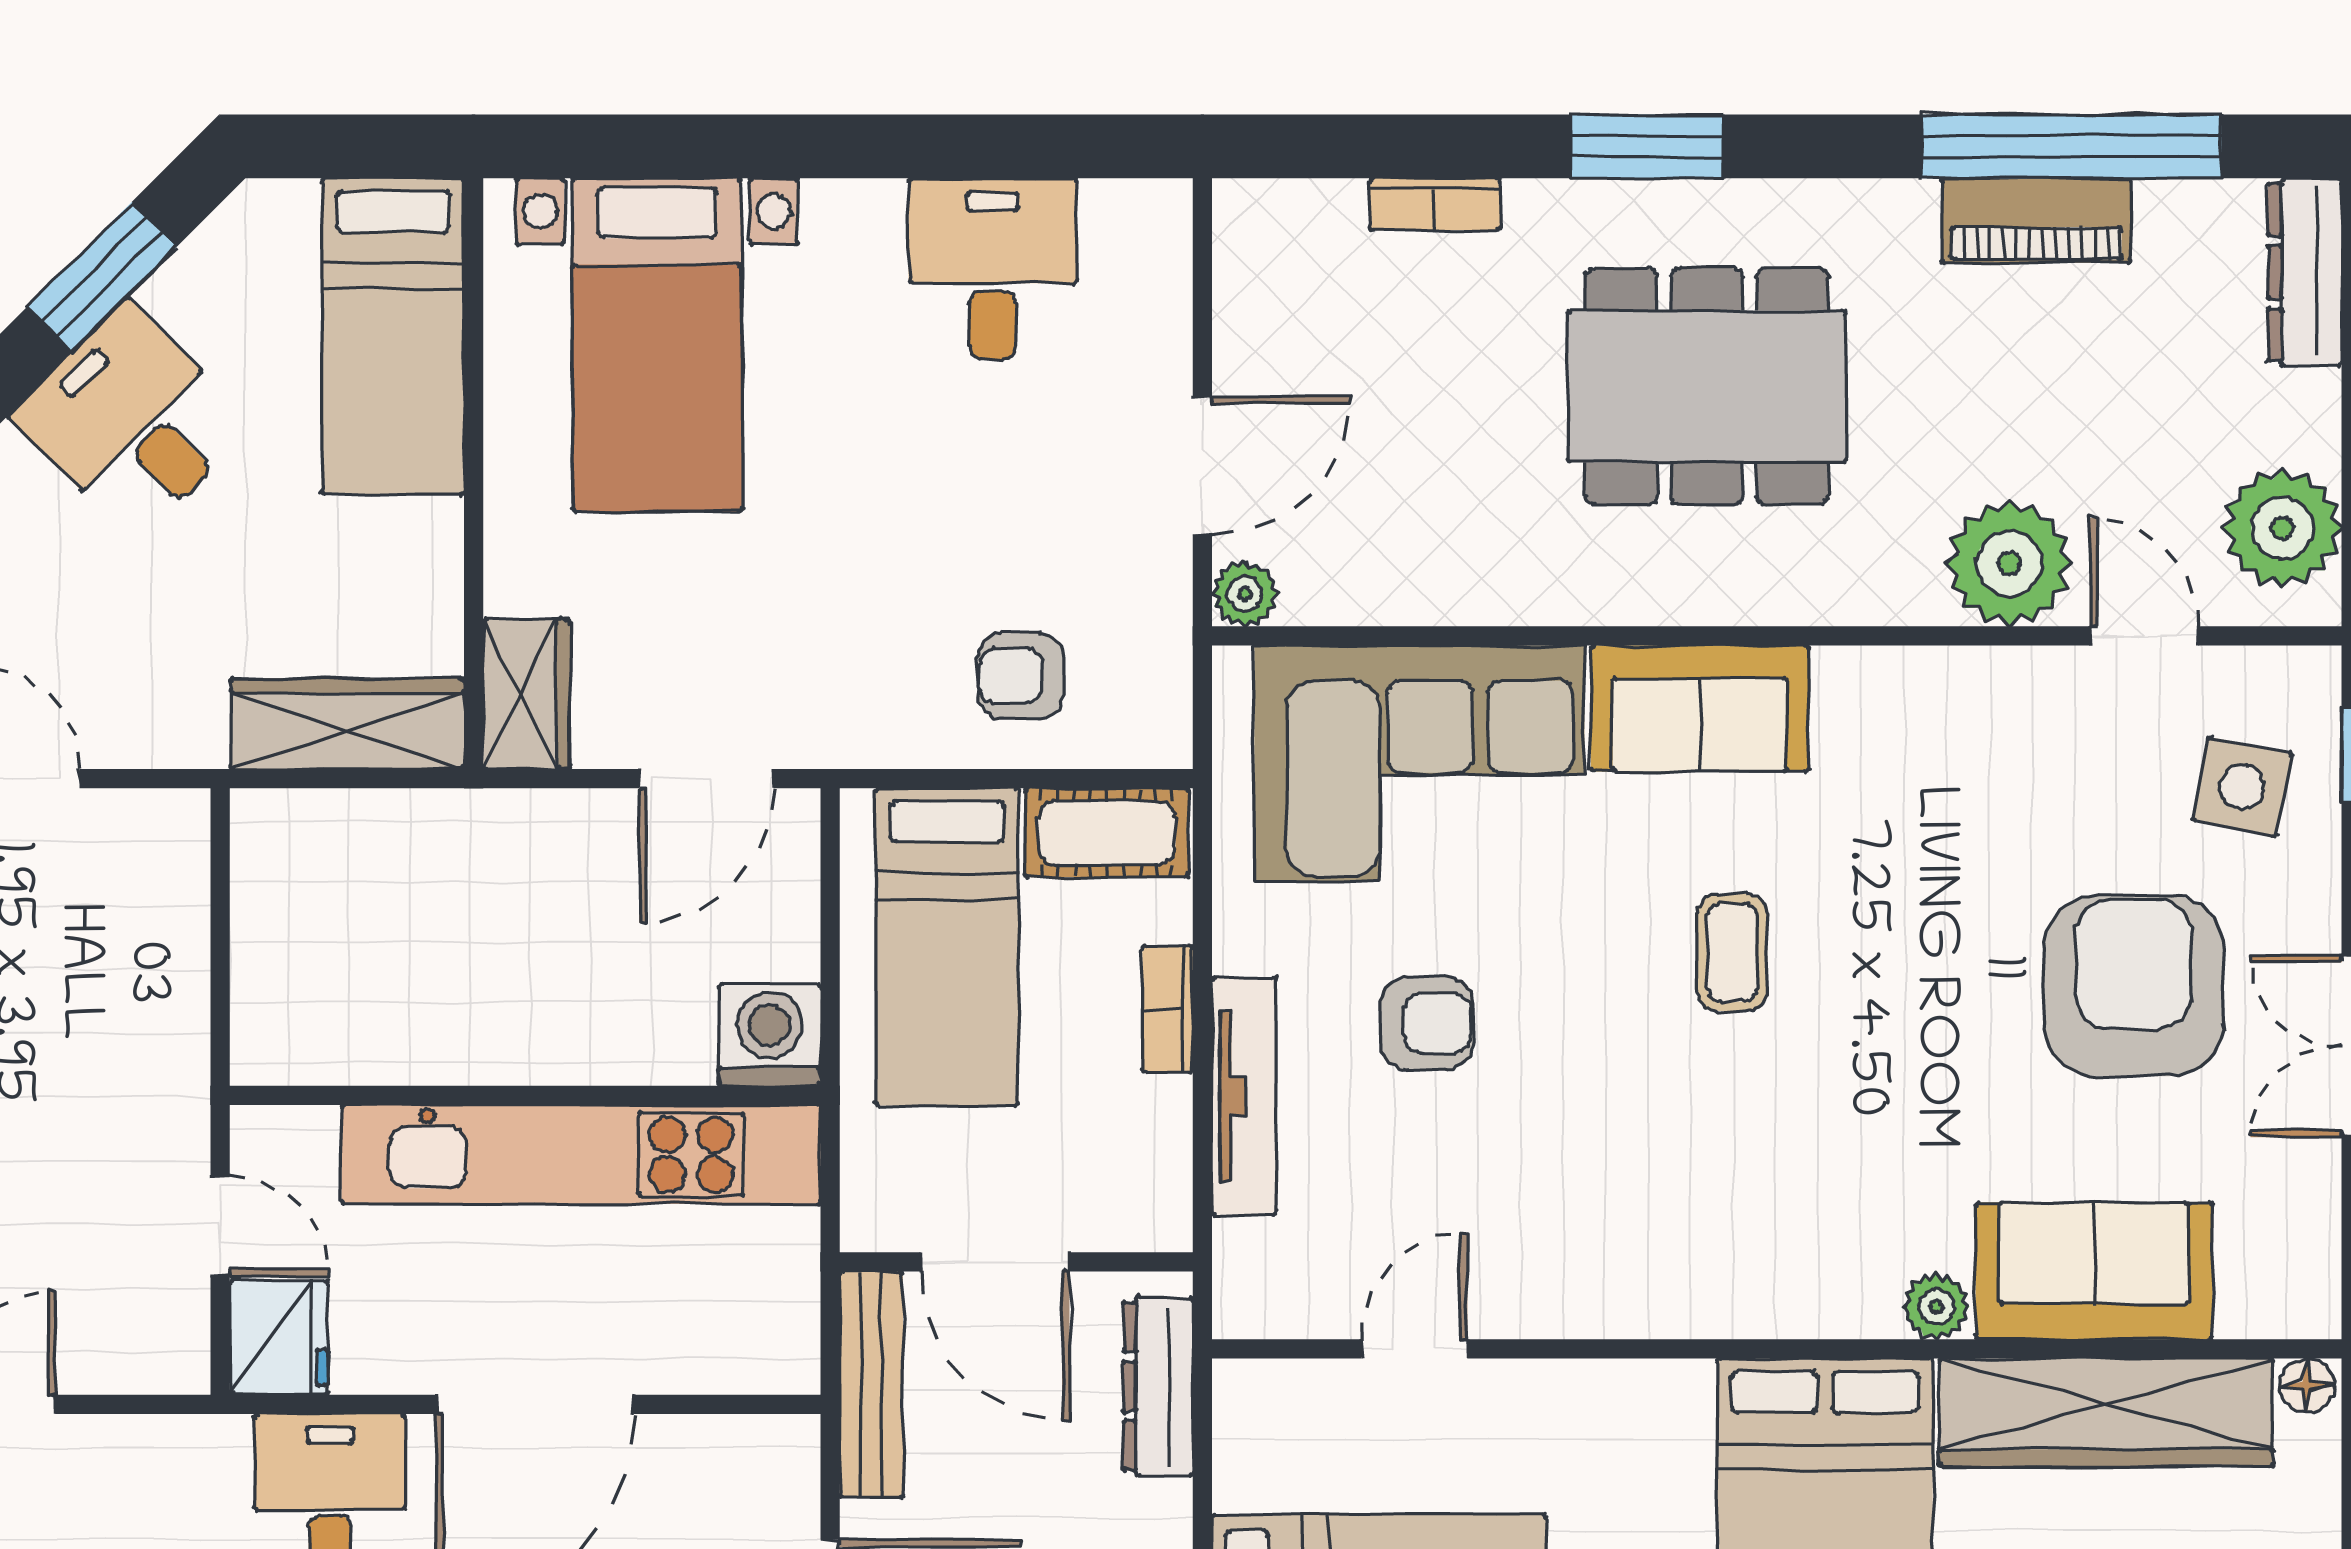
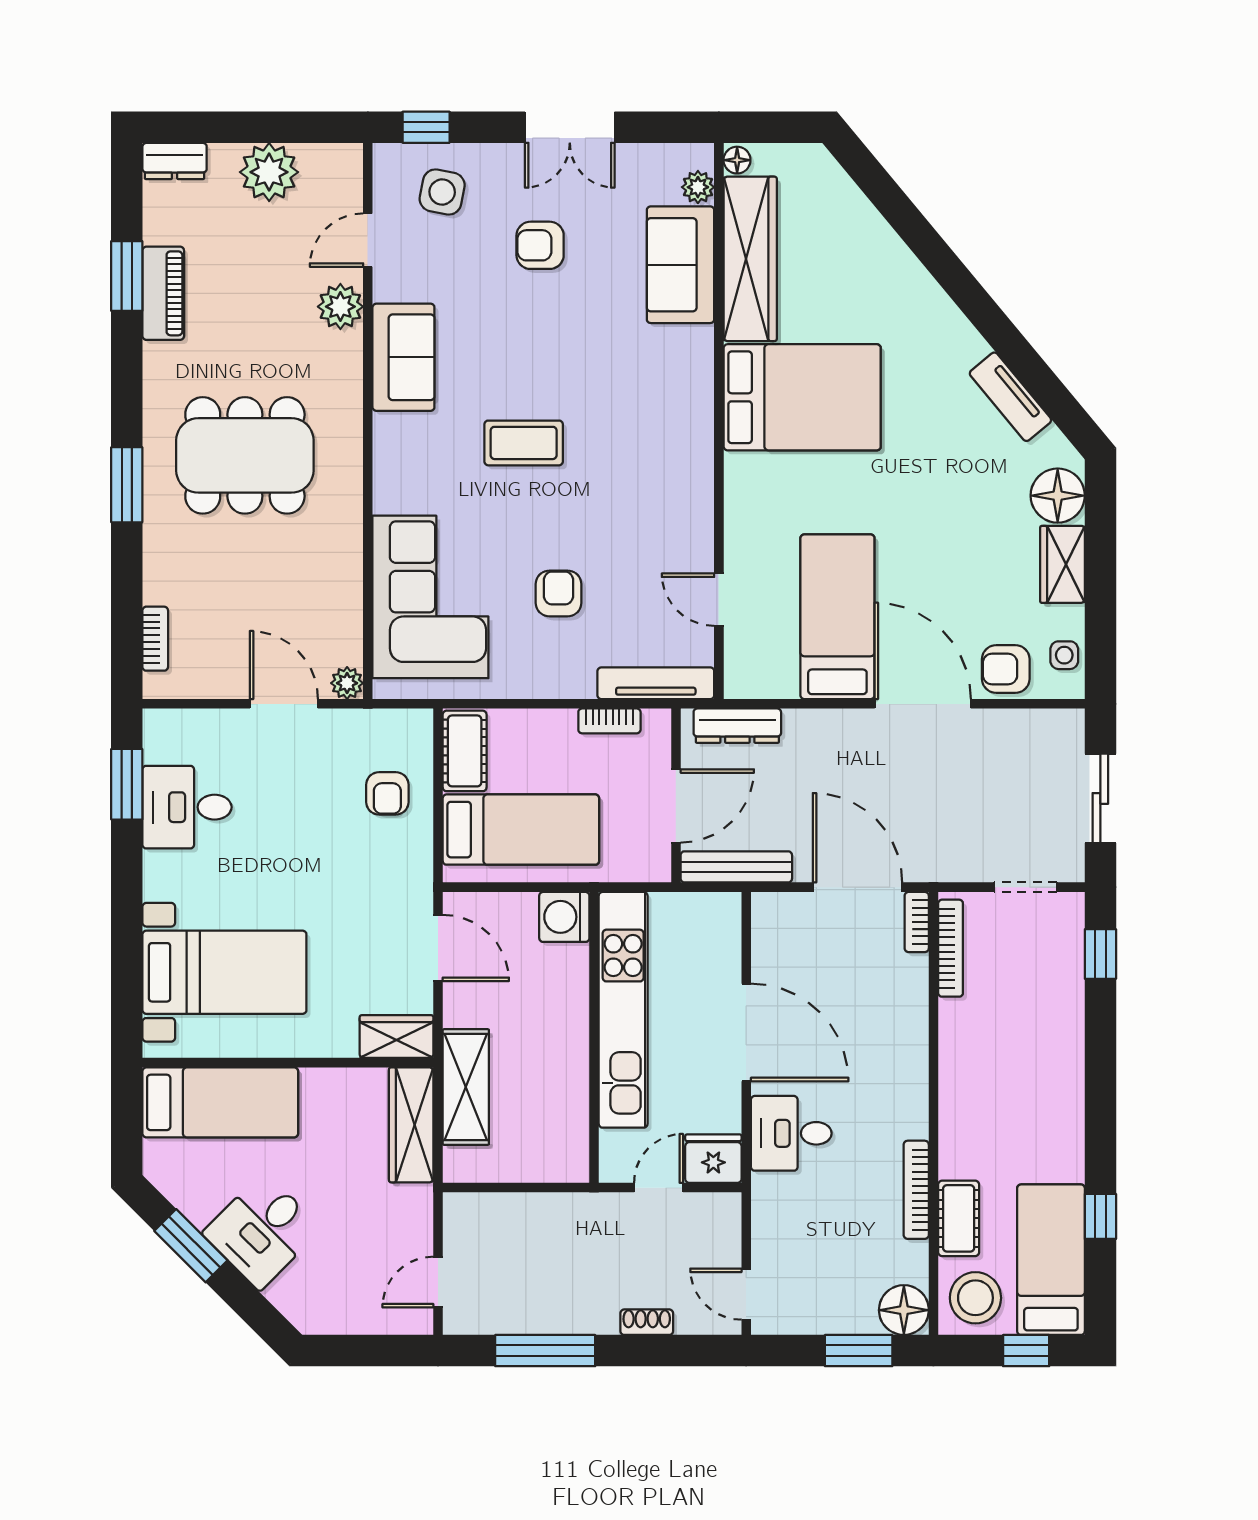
window: (1039, 146) -> (127, 784), added
window: (2071, 146) -> (127, 276), width x0.47
bookcase: (1435, 204) -> (155, 639), moved
dresser: (2305, 272) -> (175, 161), width x0.70
dining table: (1707, 386) -> (245, 455), turned 90
plant: (2282, 528) -> (269, 172), moved
plant: (2009, 563) -> (340, 307), width x0.73, depth x0.73
sofa: (1700, 708) -> (403, 357), moved
shelving: (424, 835) -> (466, 1087), added
coffee table: (1732, 952) -> (524, 443), width x1.36, depth x1.30
armchair: (2134, 986) -> (540, 245), width x0.53, depth x0.53
bookcase: (1168, 1009) -> (609, 721), moved
tv unit: (1244, 1096) -> (656, 683), moved
plant: (1936, 1307) -> (698, 187), moved

